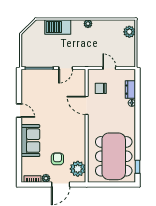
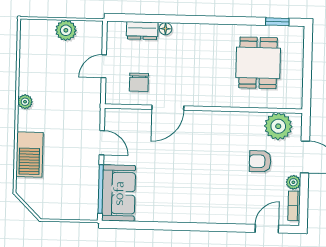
plant: (129, 32) -> (66, 30), moved
door: (19, 111) -> (267, 229), moved
sofa: (30, 141) -> (119, 193), moved, turned 90
dining table: (114, 156) -> (258, 63), width x0.53, depth x0.80

